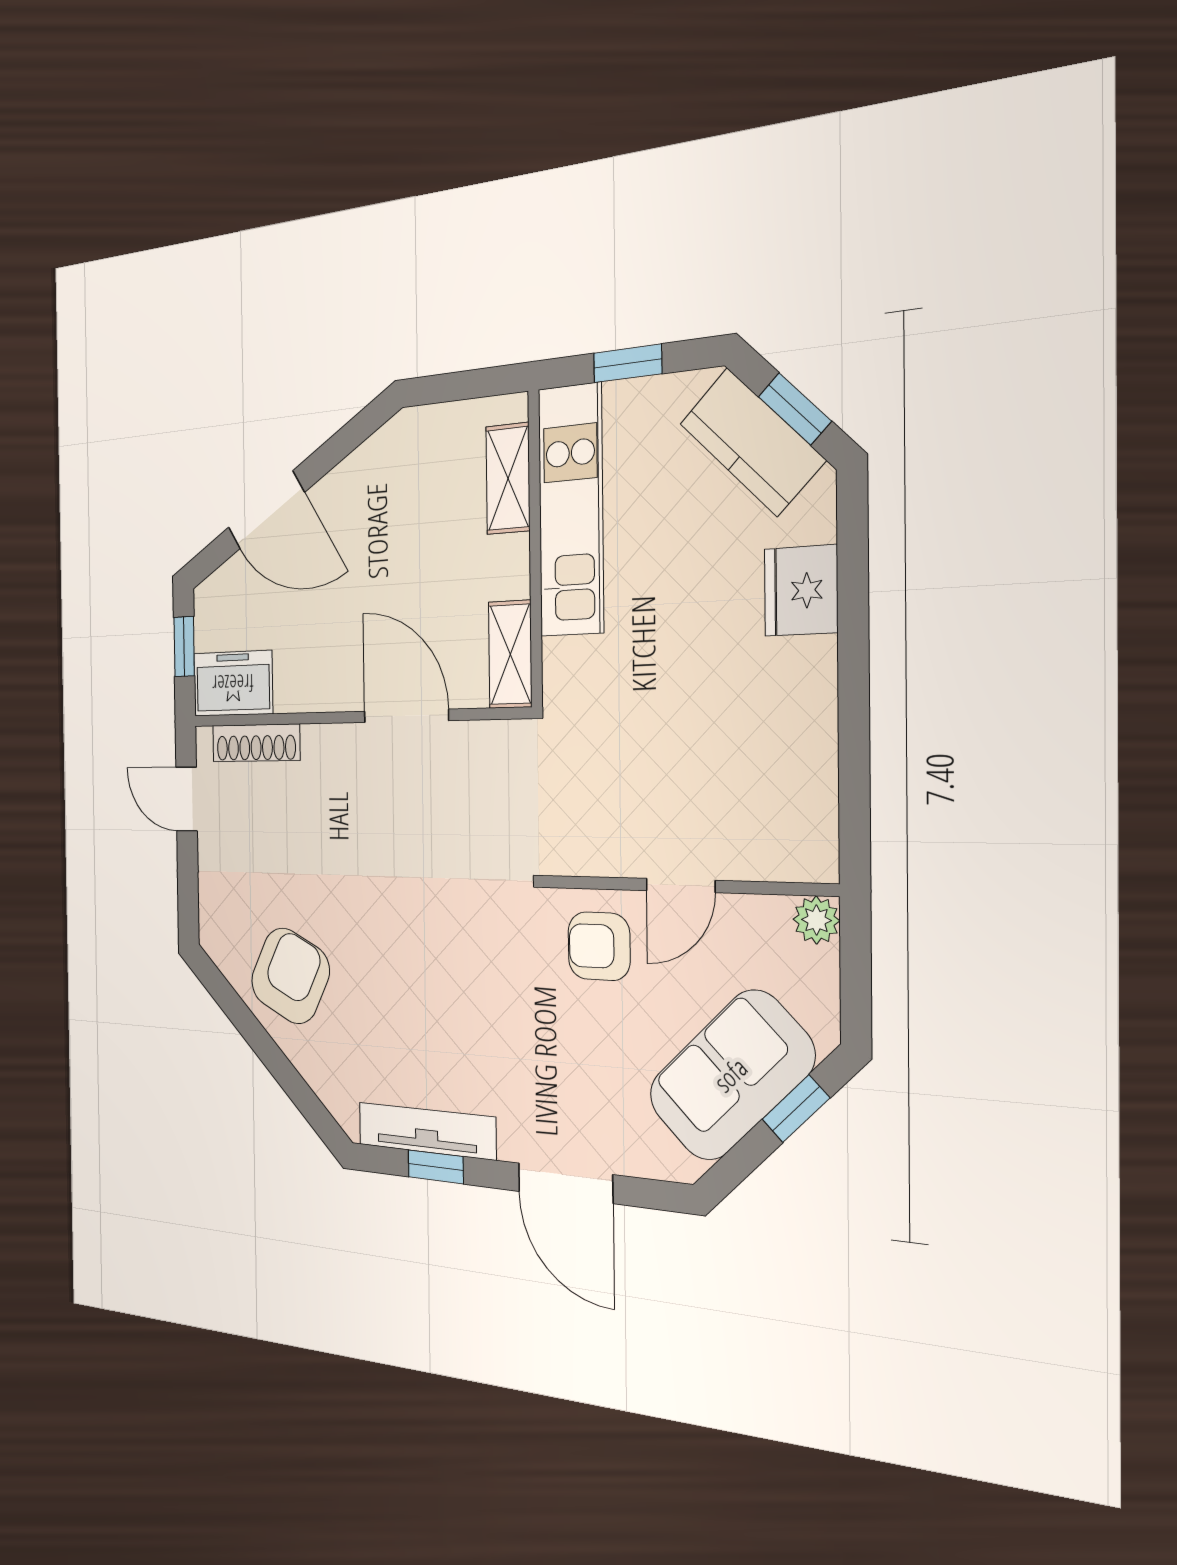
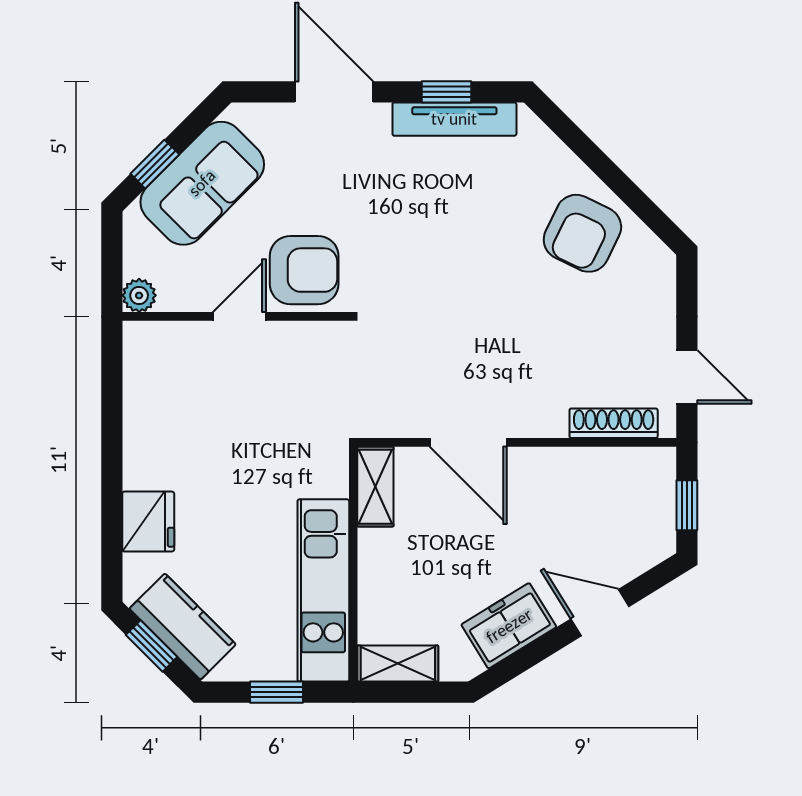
shelving: (508, 479) -> (398, 664), moved, turned 90
door: (266, 510) -> (600, 613), width x0.73
freezer: (233, 683) -> (509, 626), moved, turned 148
armchair: (599, 946) -> (304, 270), width x1.38, depth x1.38

